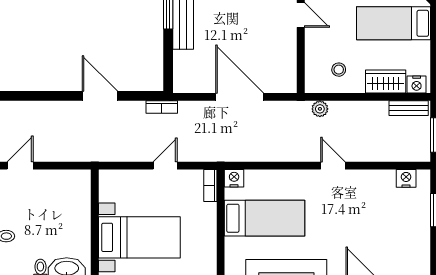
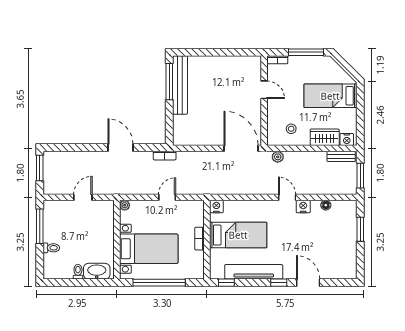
door: (240, 97) -> (241, 148), moved
door: (20, 166) -> (83, 197), moved
floor lamp: (387, 176) -> (326, 205), added
plant: (106, 177) -> (125, 205), added
nightstand: (406, 178) -> (303, 207), moved
bookcase: (210, 186) -> (199, 239), moved

